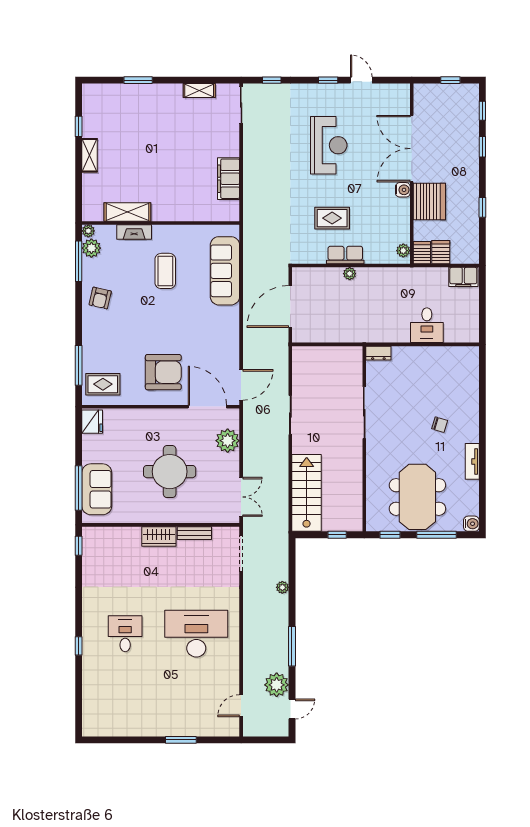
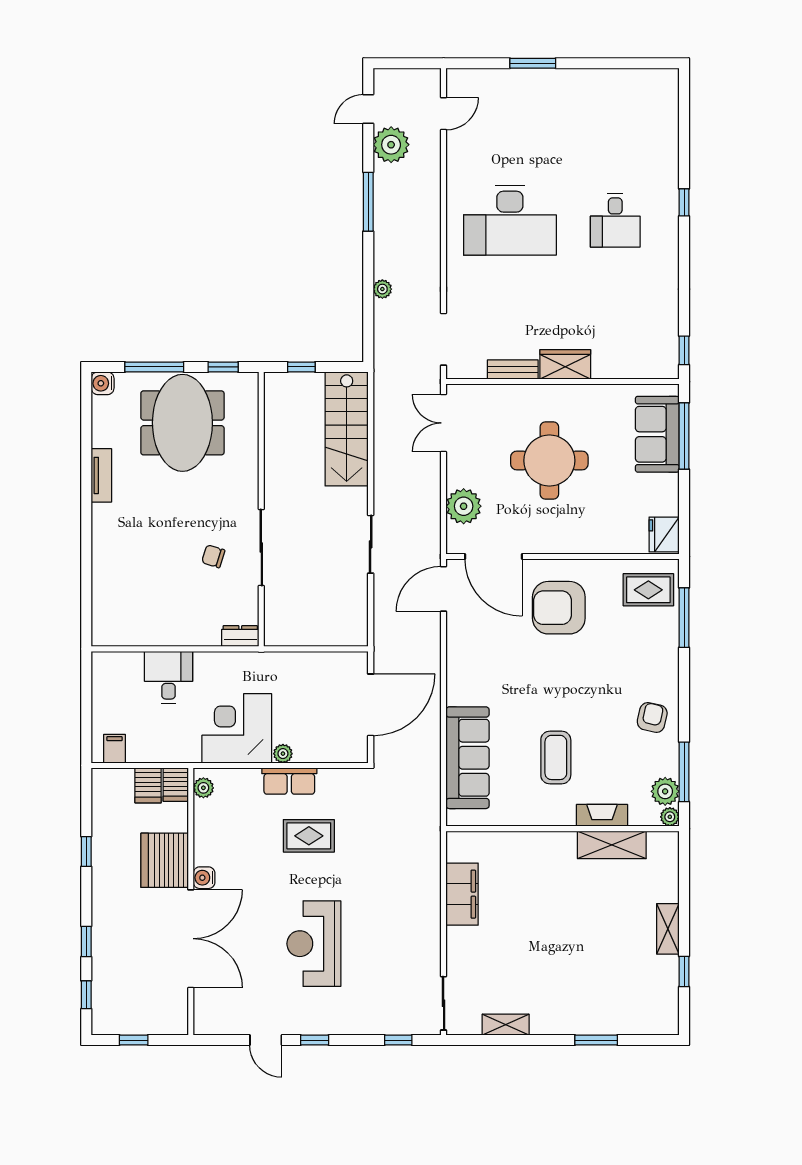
filing cabinet: (463, 277) -> (114, 749), width x0.50
corner desk: (381, 291) -> (237, 728), added
chair: (440, 425) -> (213, 556), moved

